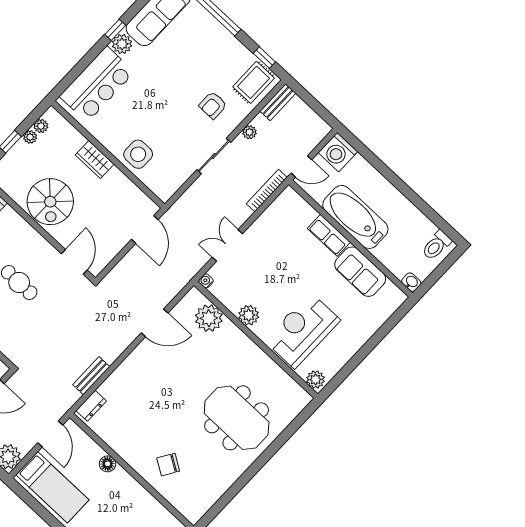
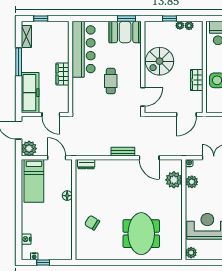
wardrobe: (95, 159) -> (197, 80), moved
plant: (249, 315) -> (192, 182), moved
bench: (91, 376) -> (123, 152), moved
door: (50, 434) -> (57, 158), swing flipped

